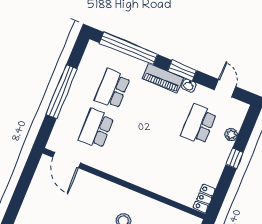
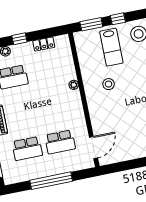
plant: (147, 183) -> (74, 85), added
locker: (204, 199) -> (44, 44), moved

